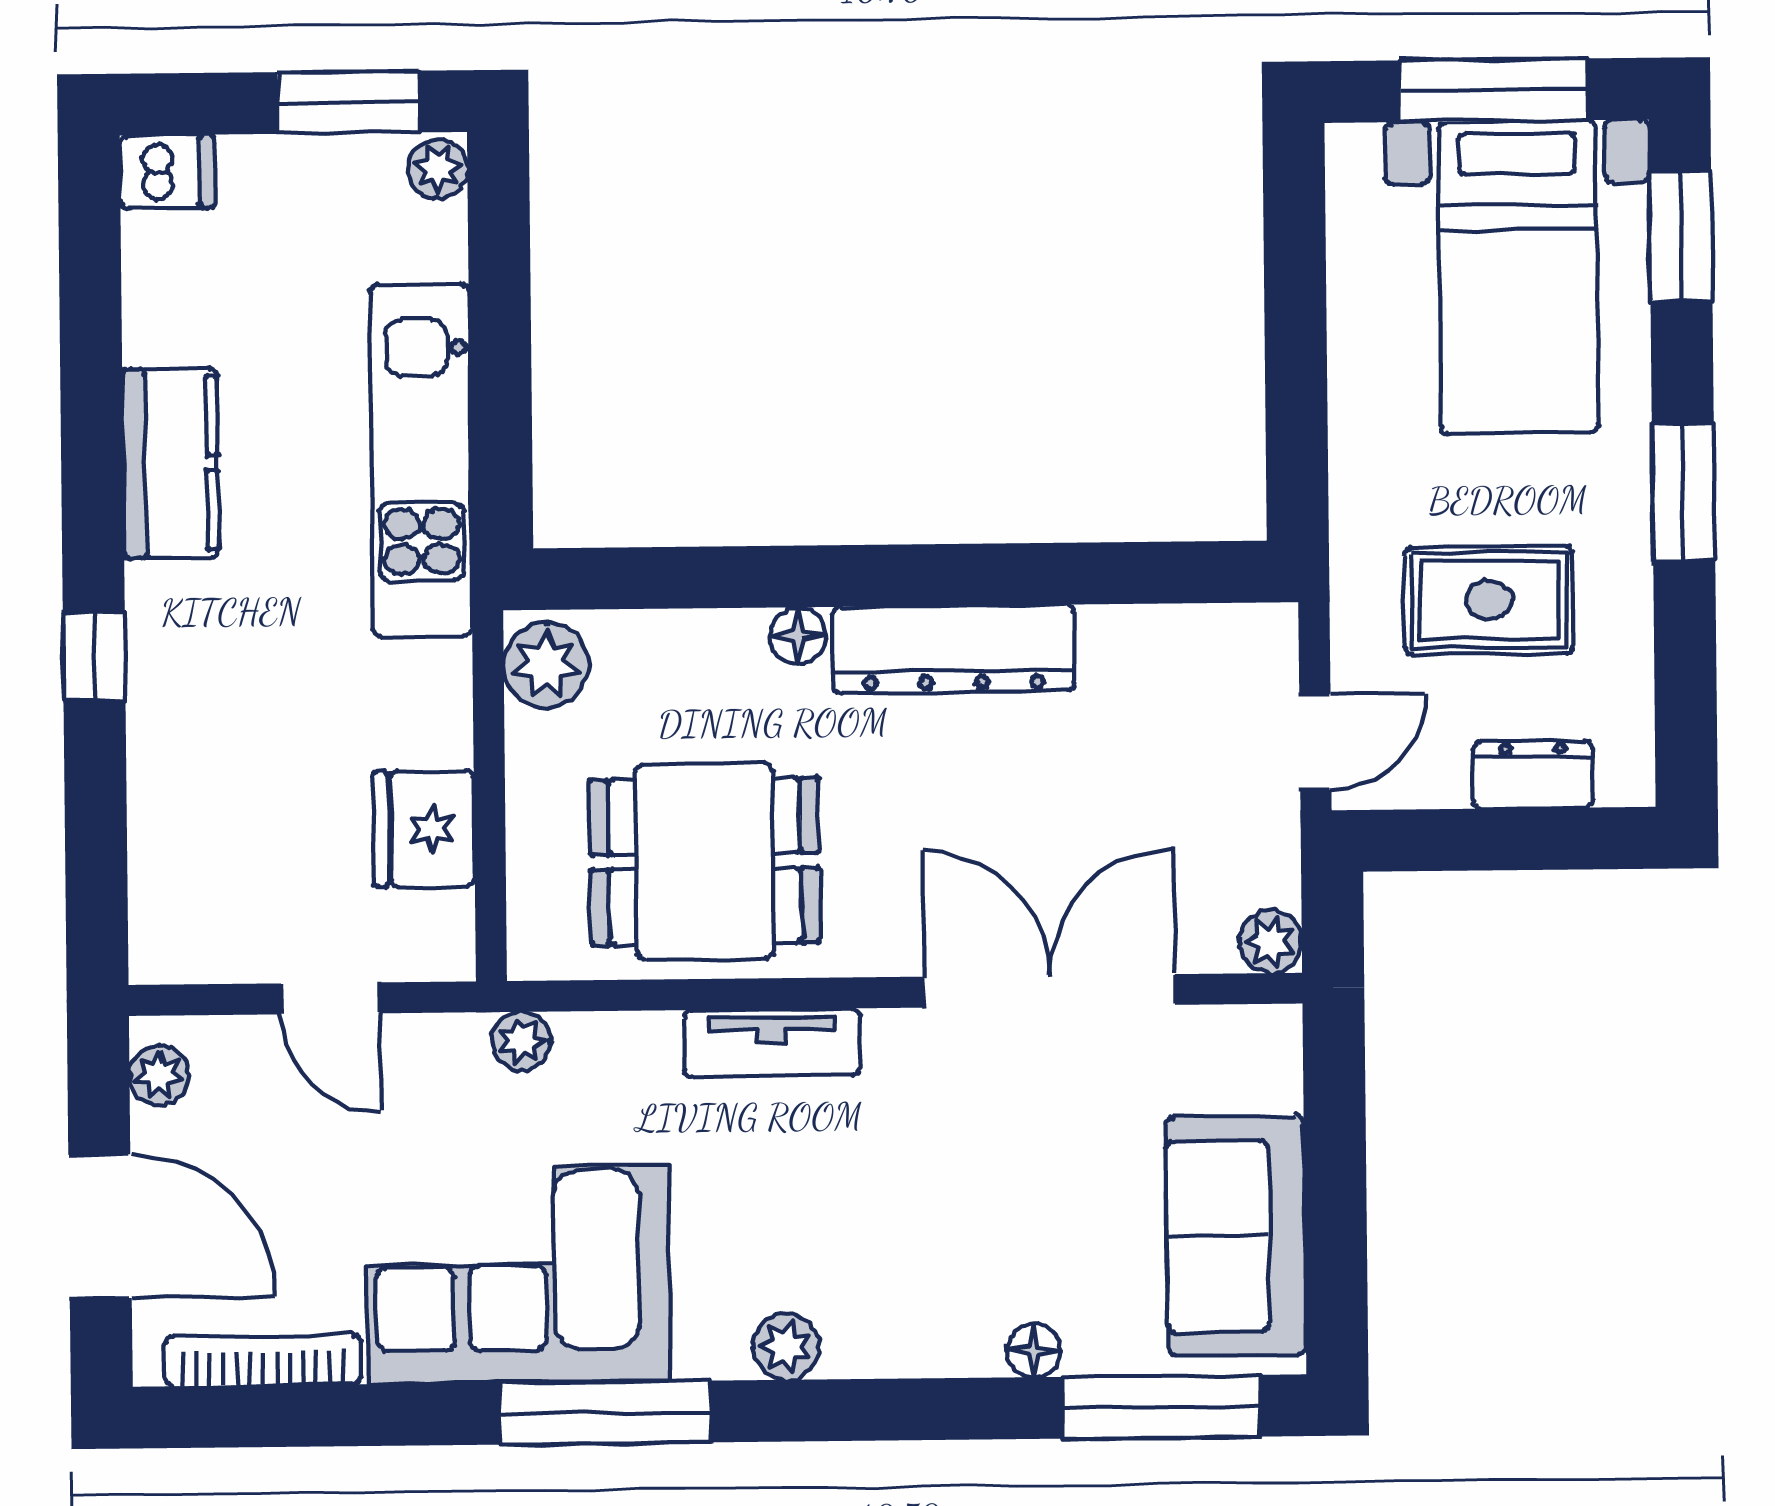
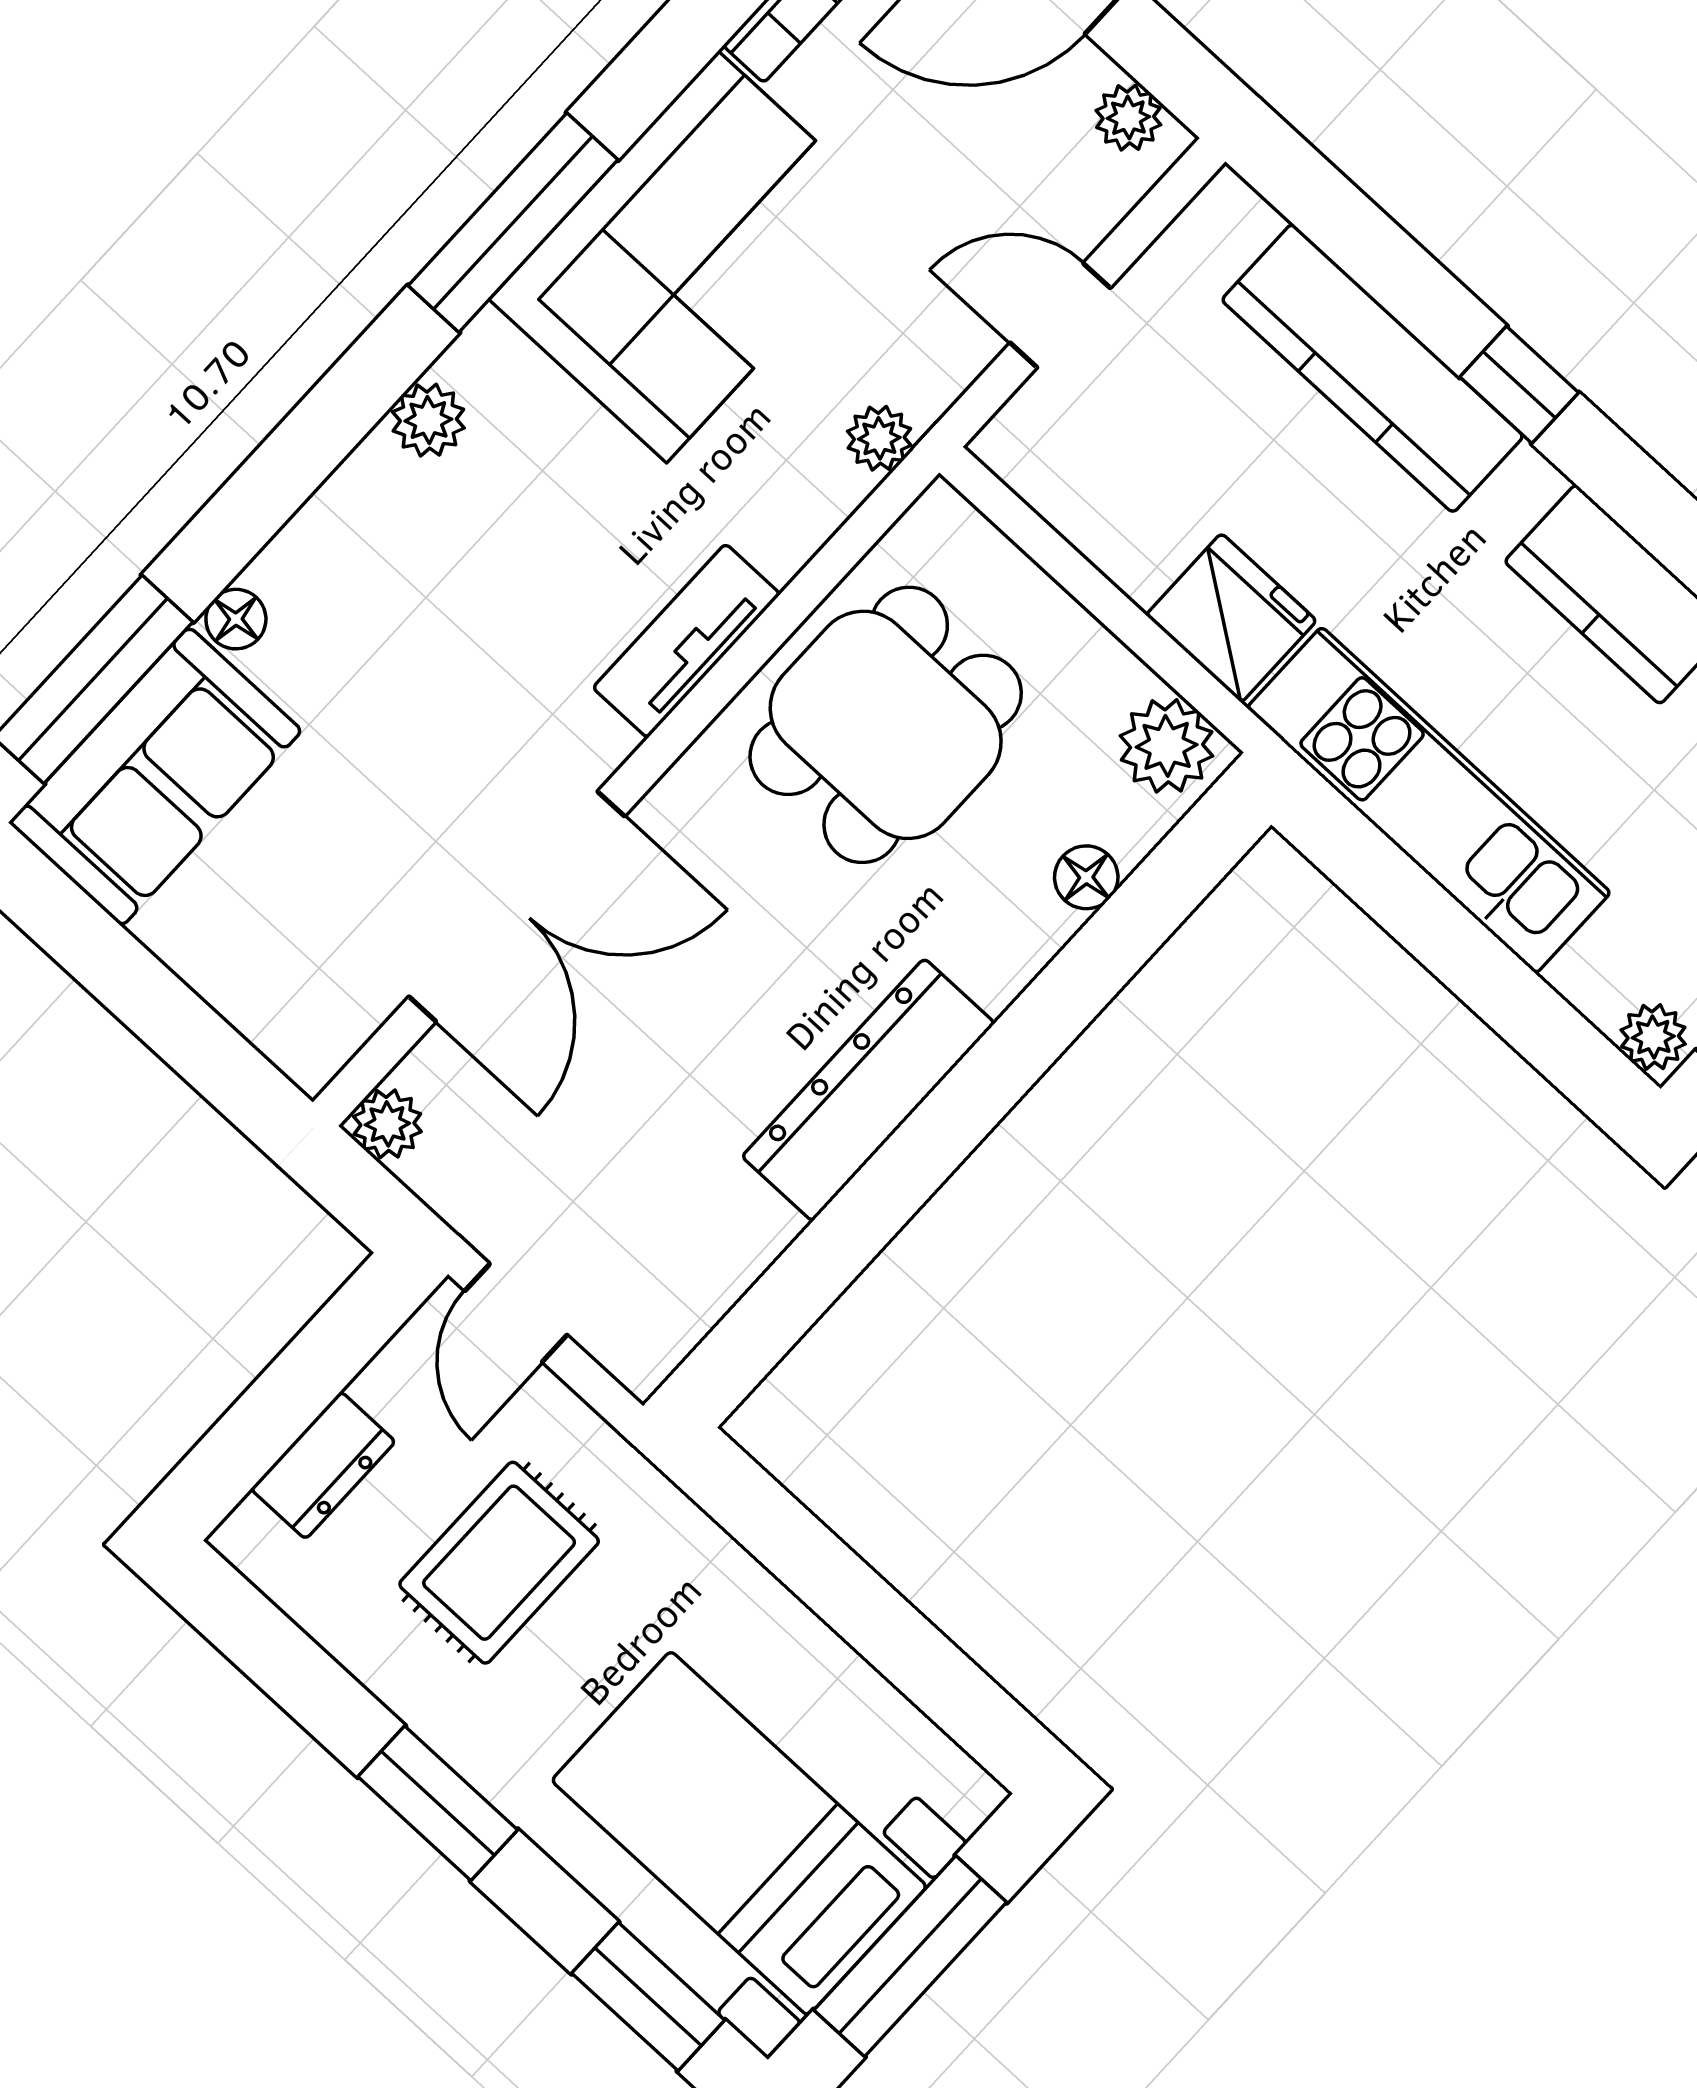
floor lamp: (798, 636) -> (1086, 877), moved
kitchen counter: (173, 762) -> (1373, 368), added
fridge: (424, 829) -> (1231, 618), moved
sofa: (1236, 1236) -> (155, 777), moved, turned 90

